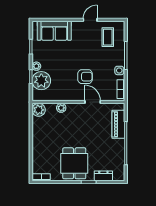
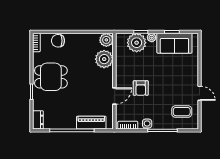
sofa: (54, 31) -> (174, 43), moved, turned -90
plant: (61, 108) -> (104, 59), width x1.88, depth x1.88
chair: (39, 156) -> (58, 41), added
dresser: (103, 176) -> (38, 120), moved

